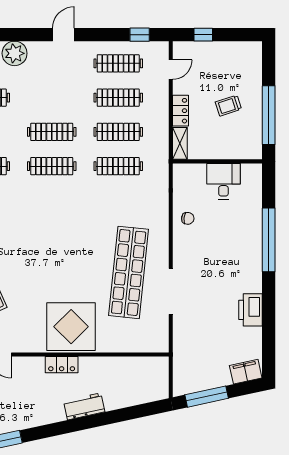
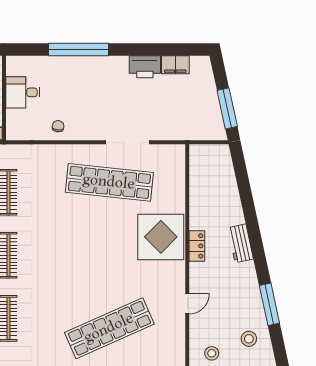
filing cabinet: (246, 372) -> (175, 65), moved, turned -78
workbench: (84, 406) -> (240, 243), moved

